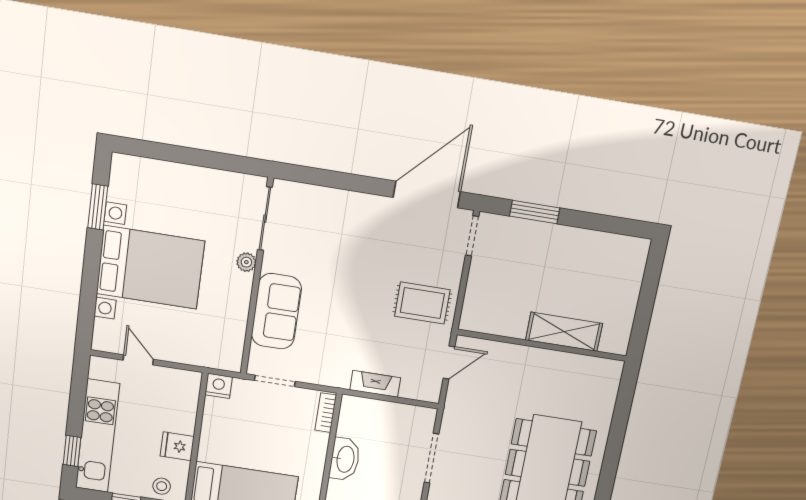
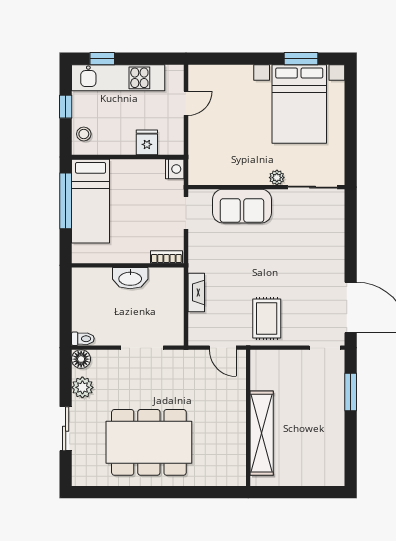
bed with nightstands: (150, 267) -> (299, 104), moved
shelving: (564, 332) -> (262, 433), width x1.47
fridge: (177, 446) -> (147, 142), moved

